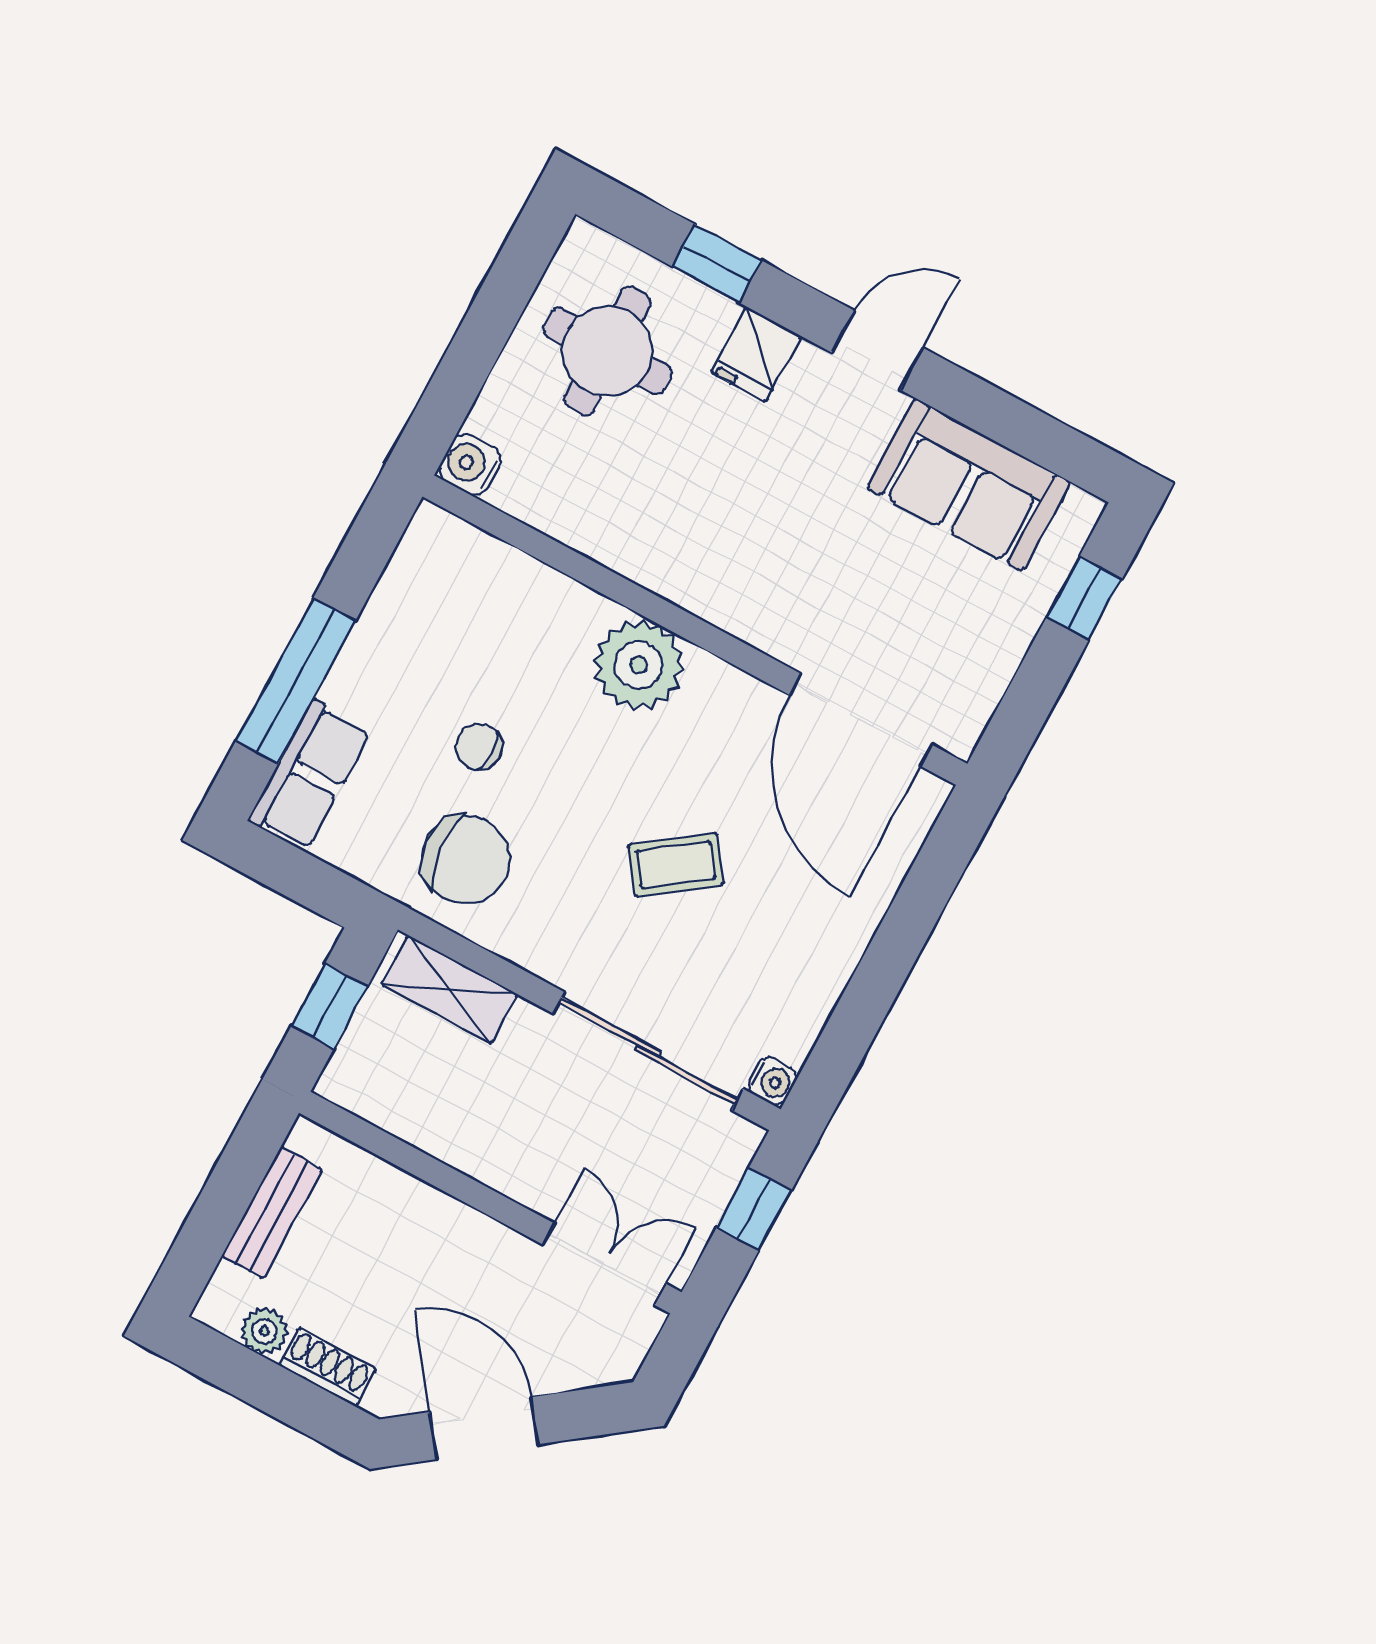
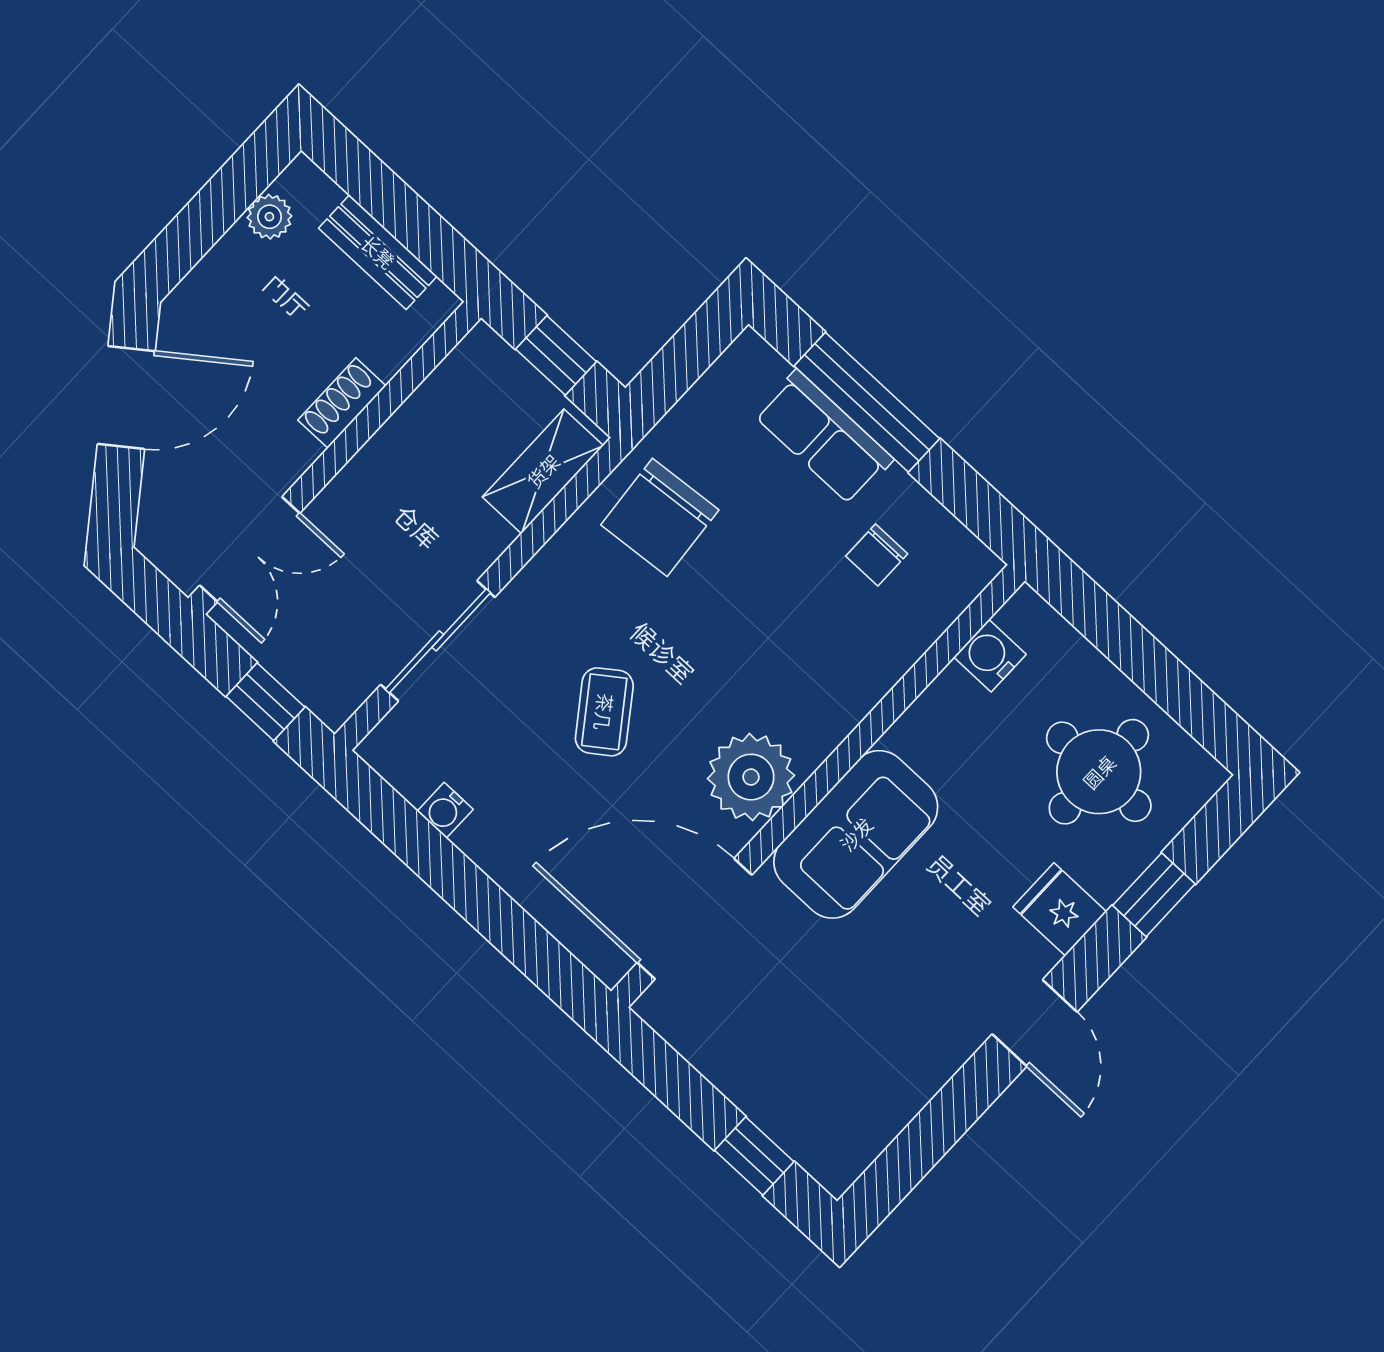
water cooler: (470, 465) -> (990, 656), moved, turned -90
sofa: (969, 485) -> (856, 834), moved, turned 180
plant: (639, 665) -> (751, 777), moved
chair: (479, 747) -> (877, 555), moved, turned 180
row of seats: (310, 775) -> (824, 437), moved
sliding door: (648, 1051) -> (438, 641), width x0.73
water cooler: (772, 1081) -> (445, 810), moved
shoe rack: (327, 1367) -> (342, 403), moved, turned 180

